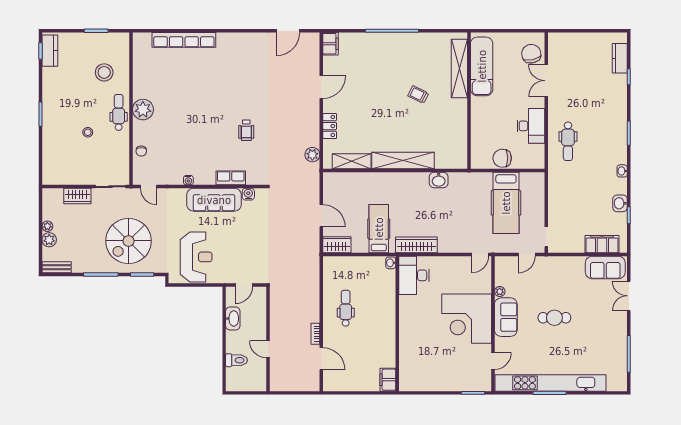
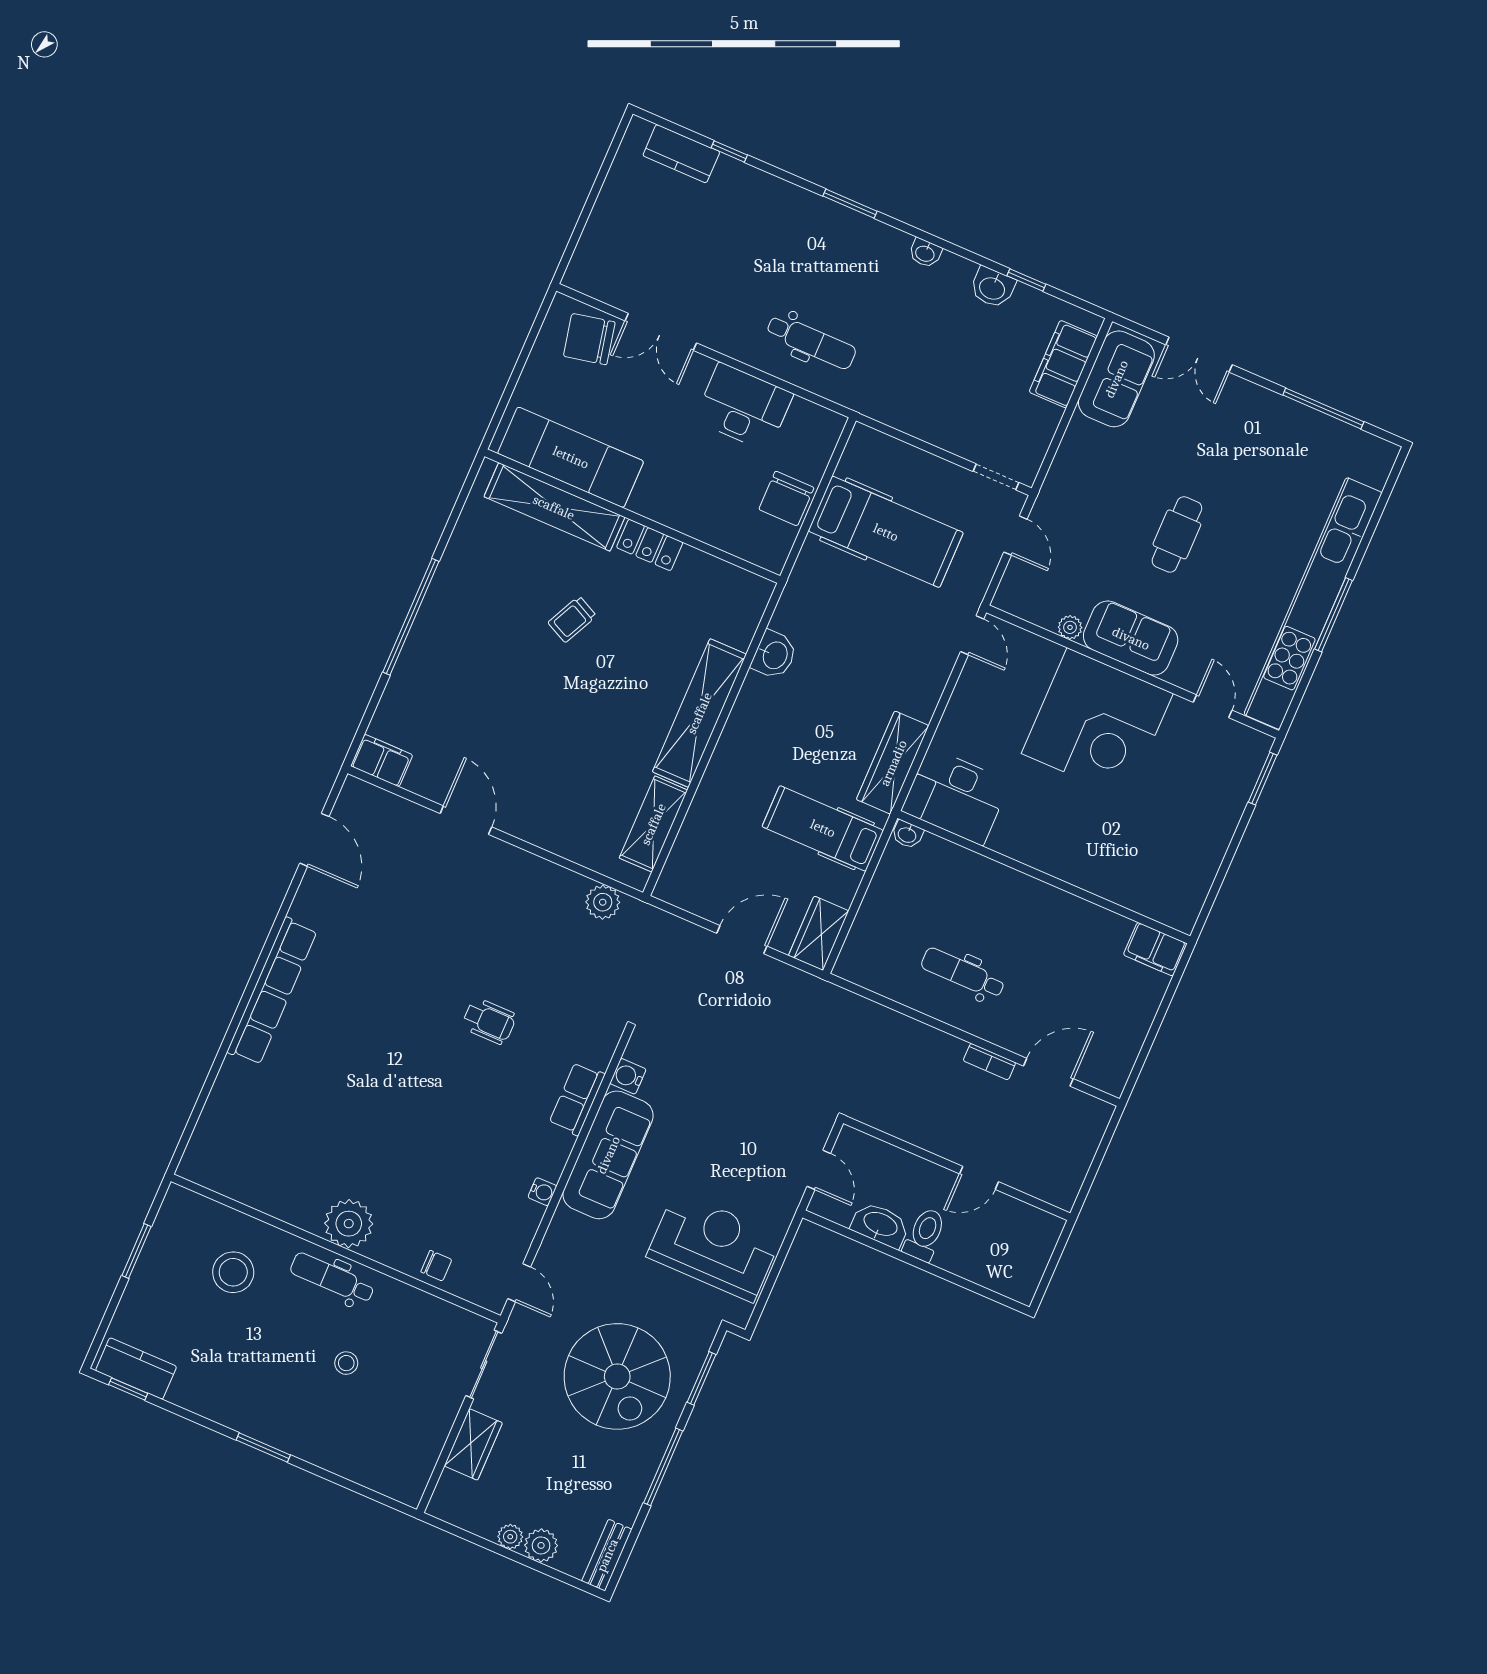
row of seats: (184, 40) -> (272, 991), moved
locker: (330, 126) -> (650, 545), moved, turned 180
door: (149, 187) -> (519, 1283), hinge flipped
toilet: (237, 360) -> (925, 1235), moved

